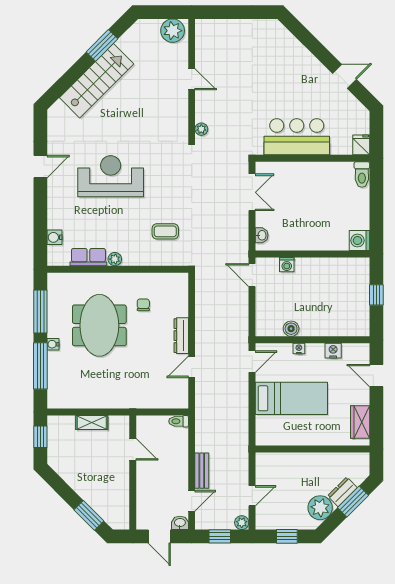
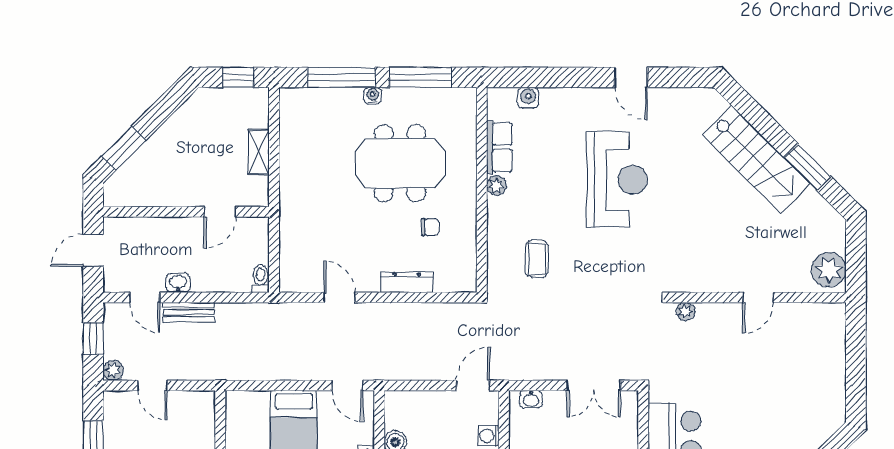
dresser: (181, 336) -> (407, 282), moved
washbasin: (180, 523) -> (178, 283), moved, turned -90

